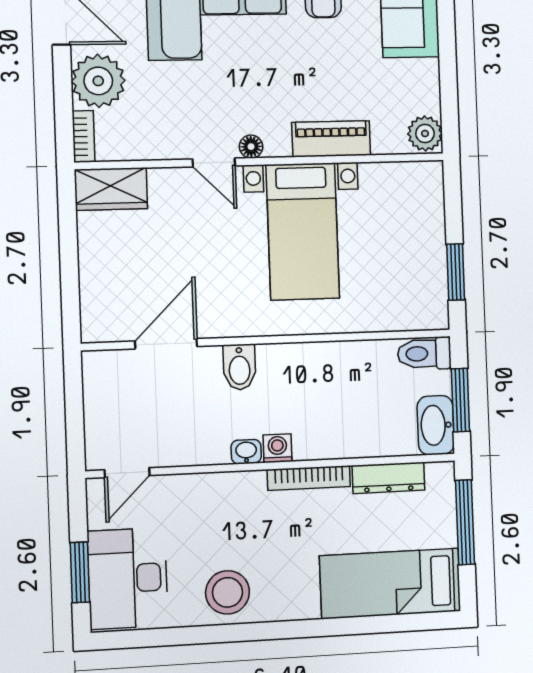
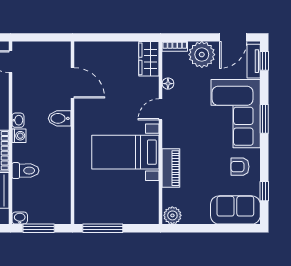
floor lamp: (251, 147) -> (168, 84), moved
window: (456, 272) -> (103, 228), width x1.44
toilet: (424, 354) -> (25, 171), moved, turned 90
washbasin: (436, 425) -> (20, 218), width x0.52, depth x0.69

